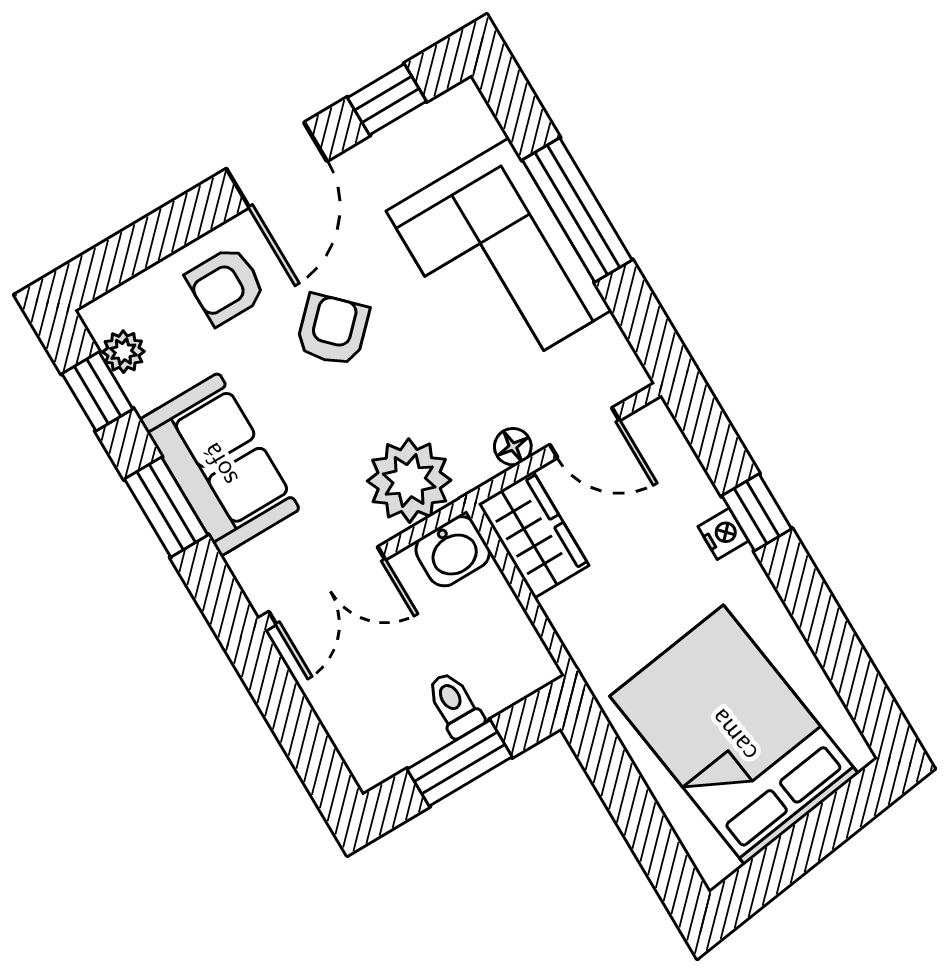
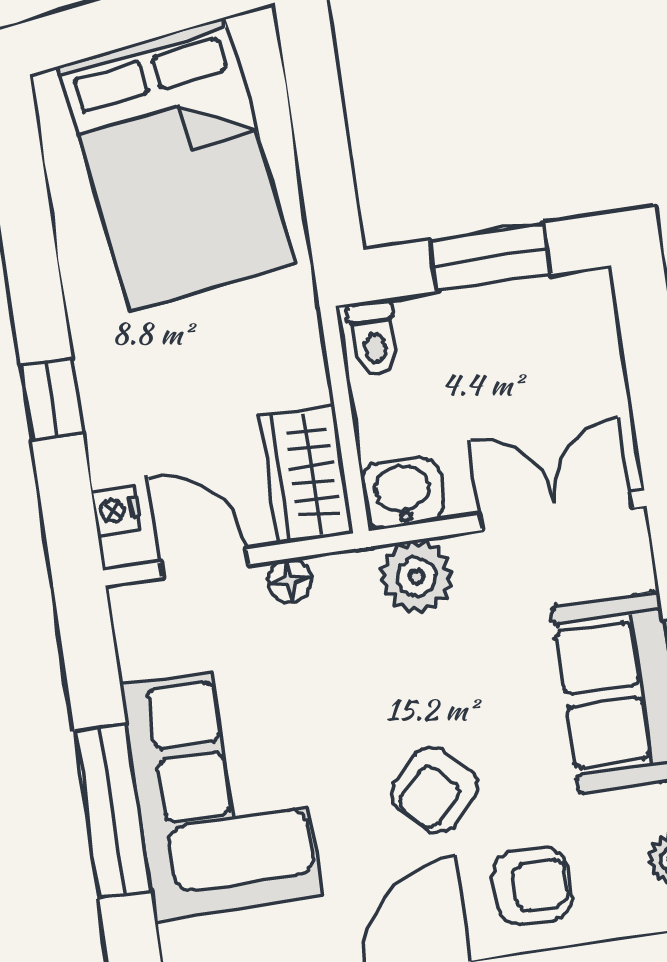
plant: (409, 481) -> (417, 577), width x0.73, depth x0.73
nightstand: (723, 534) -> (116, 511), moved
toilet: (455, 705) -> (374, 338), moved

